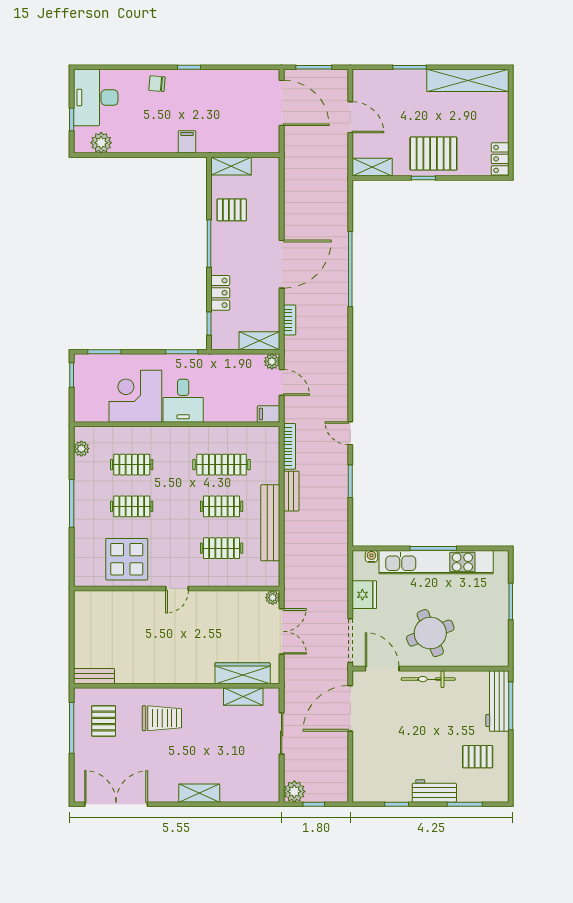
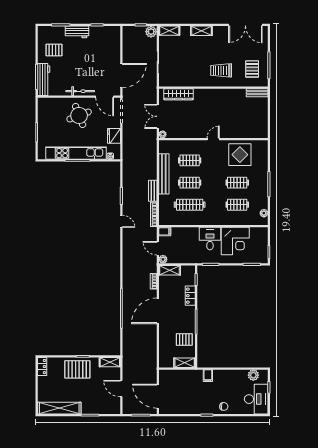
shelving: (243, 697) -> (169, 31), moved

